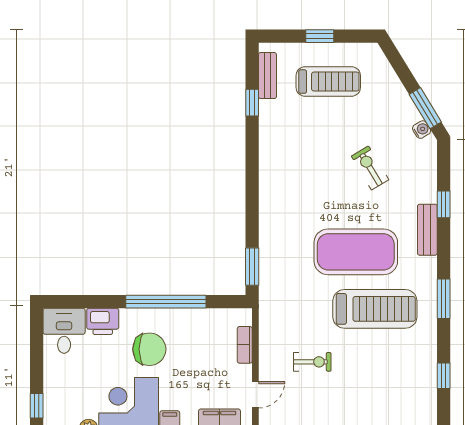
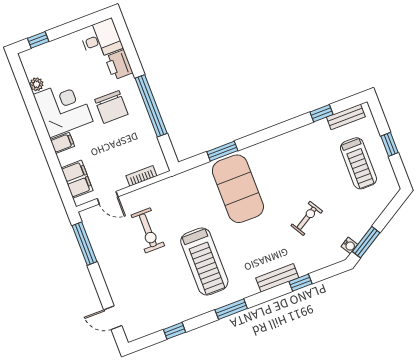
exercise mat: (356, 252) -> (238, 189), moved
window: (252, 267) -> (222, 151), moved
exercise bike: (312, 362) -> (148, 230), width x1.38, depth x1.39

